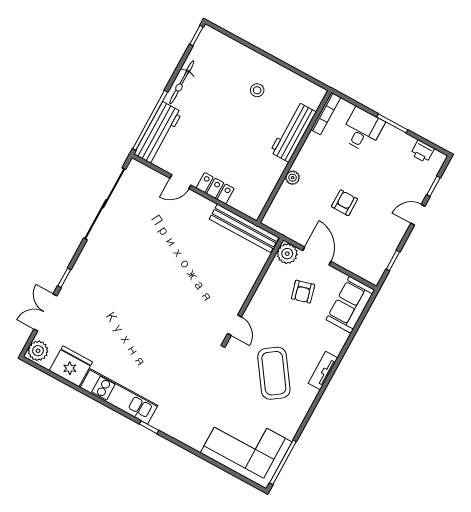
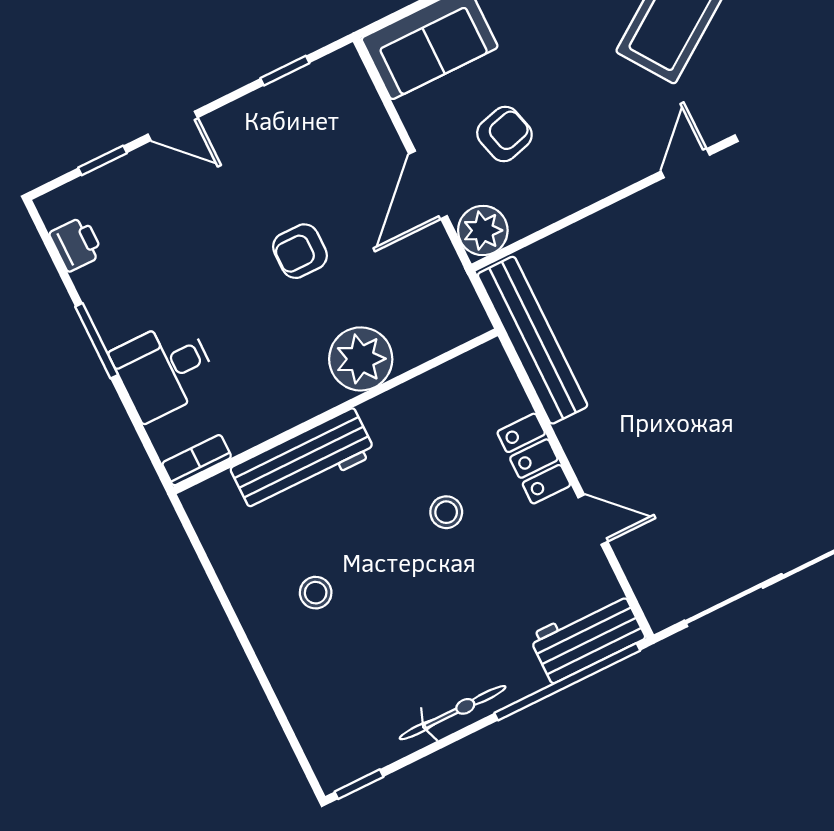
bookcase: (326, 114) -> (197, 460), width x0.64
workbench: (158, 133) -> (587, 637), width x0.73
stool: (232, 149) -> (446, 512), added
plant: (293, 178) -> (361, 359), width x1.88, depth x1.88

